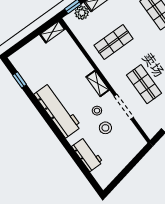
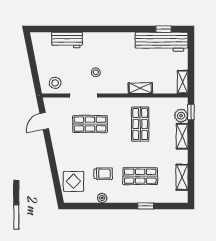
shelving: (98, 83) -> (140, 88), moved
workbench: (58, 110) -> (162, 42), moved
stool: (105, 128) -> (55, 83), moved

